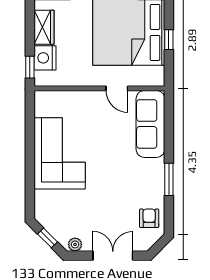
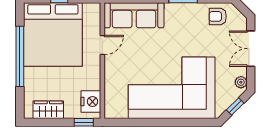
nightstand: (45, 58) -> (91, 102), moved, turned -90
corner sofa: (60, 153) -> (172, 88), width x1.36, depth x1.36

